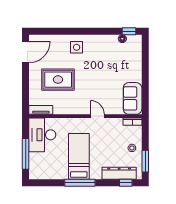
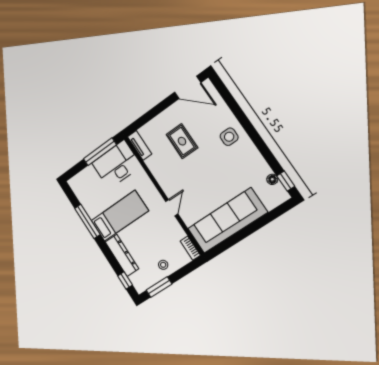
rug: (58, 80) -> (182, 141), width x0.73, depth x0.70
sofa: (133, 98) -> (227, 221), width x1.85, depth x1.27
window: (26, 154) -> (100, 152), moved
dresser: (119, 173) -> (122, 255), moved
window: (80, 183) -> (87, 221), moved

